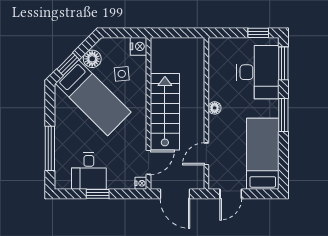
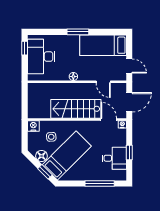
window: (283, 63) -> (44, 32), removed
desk: (258, 72) -> (41, 57), moved, turned -90

